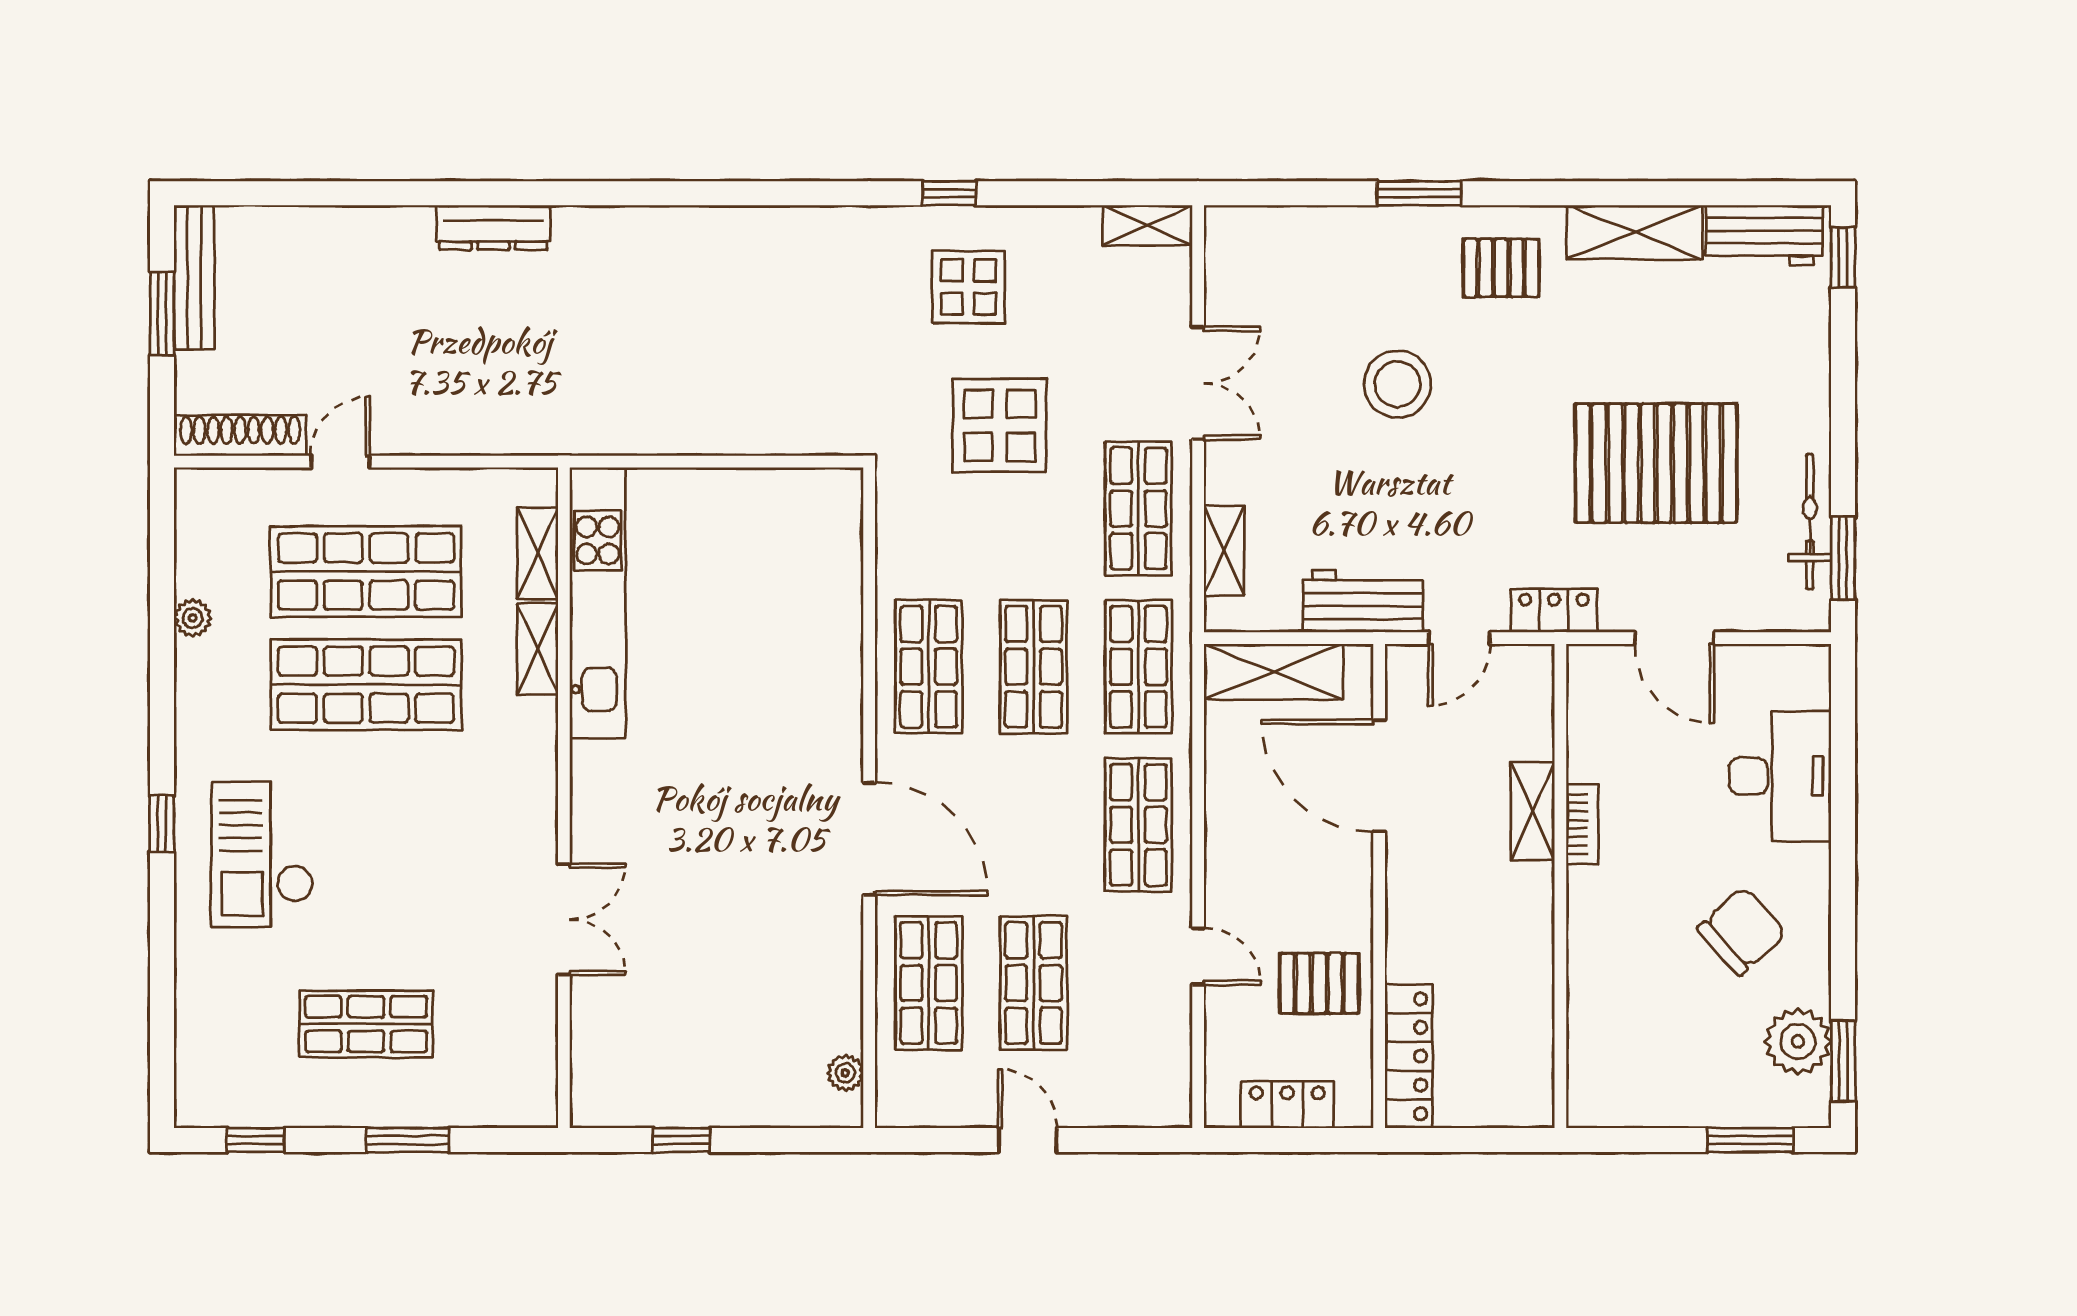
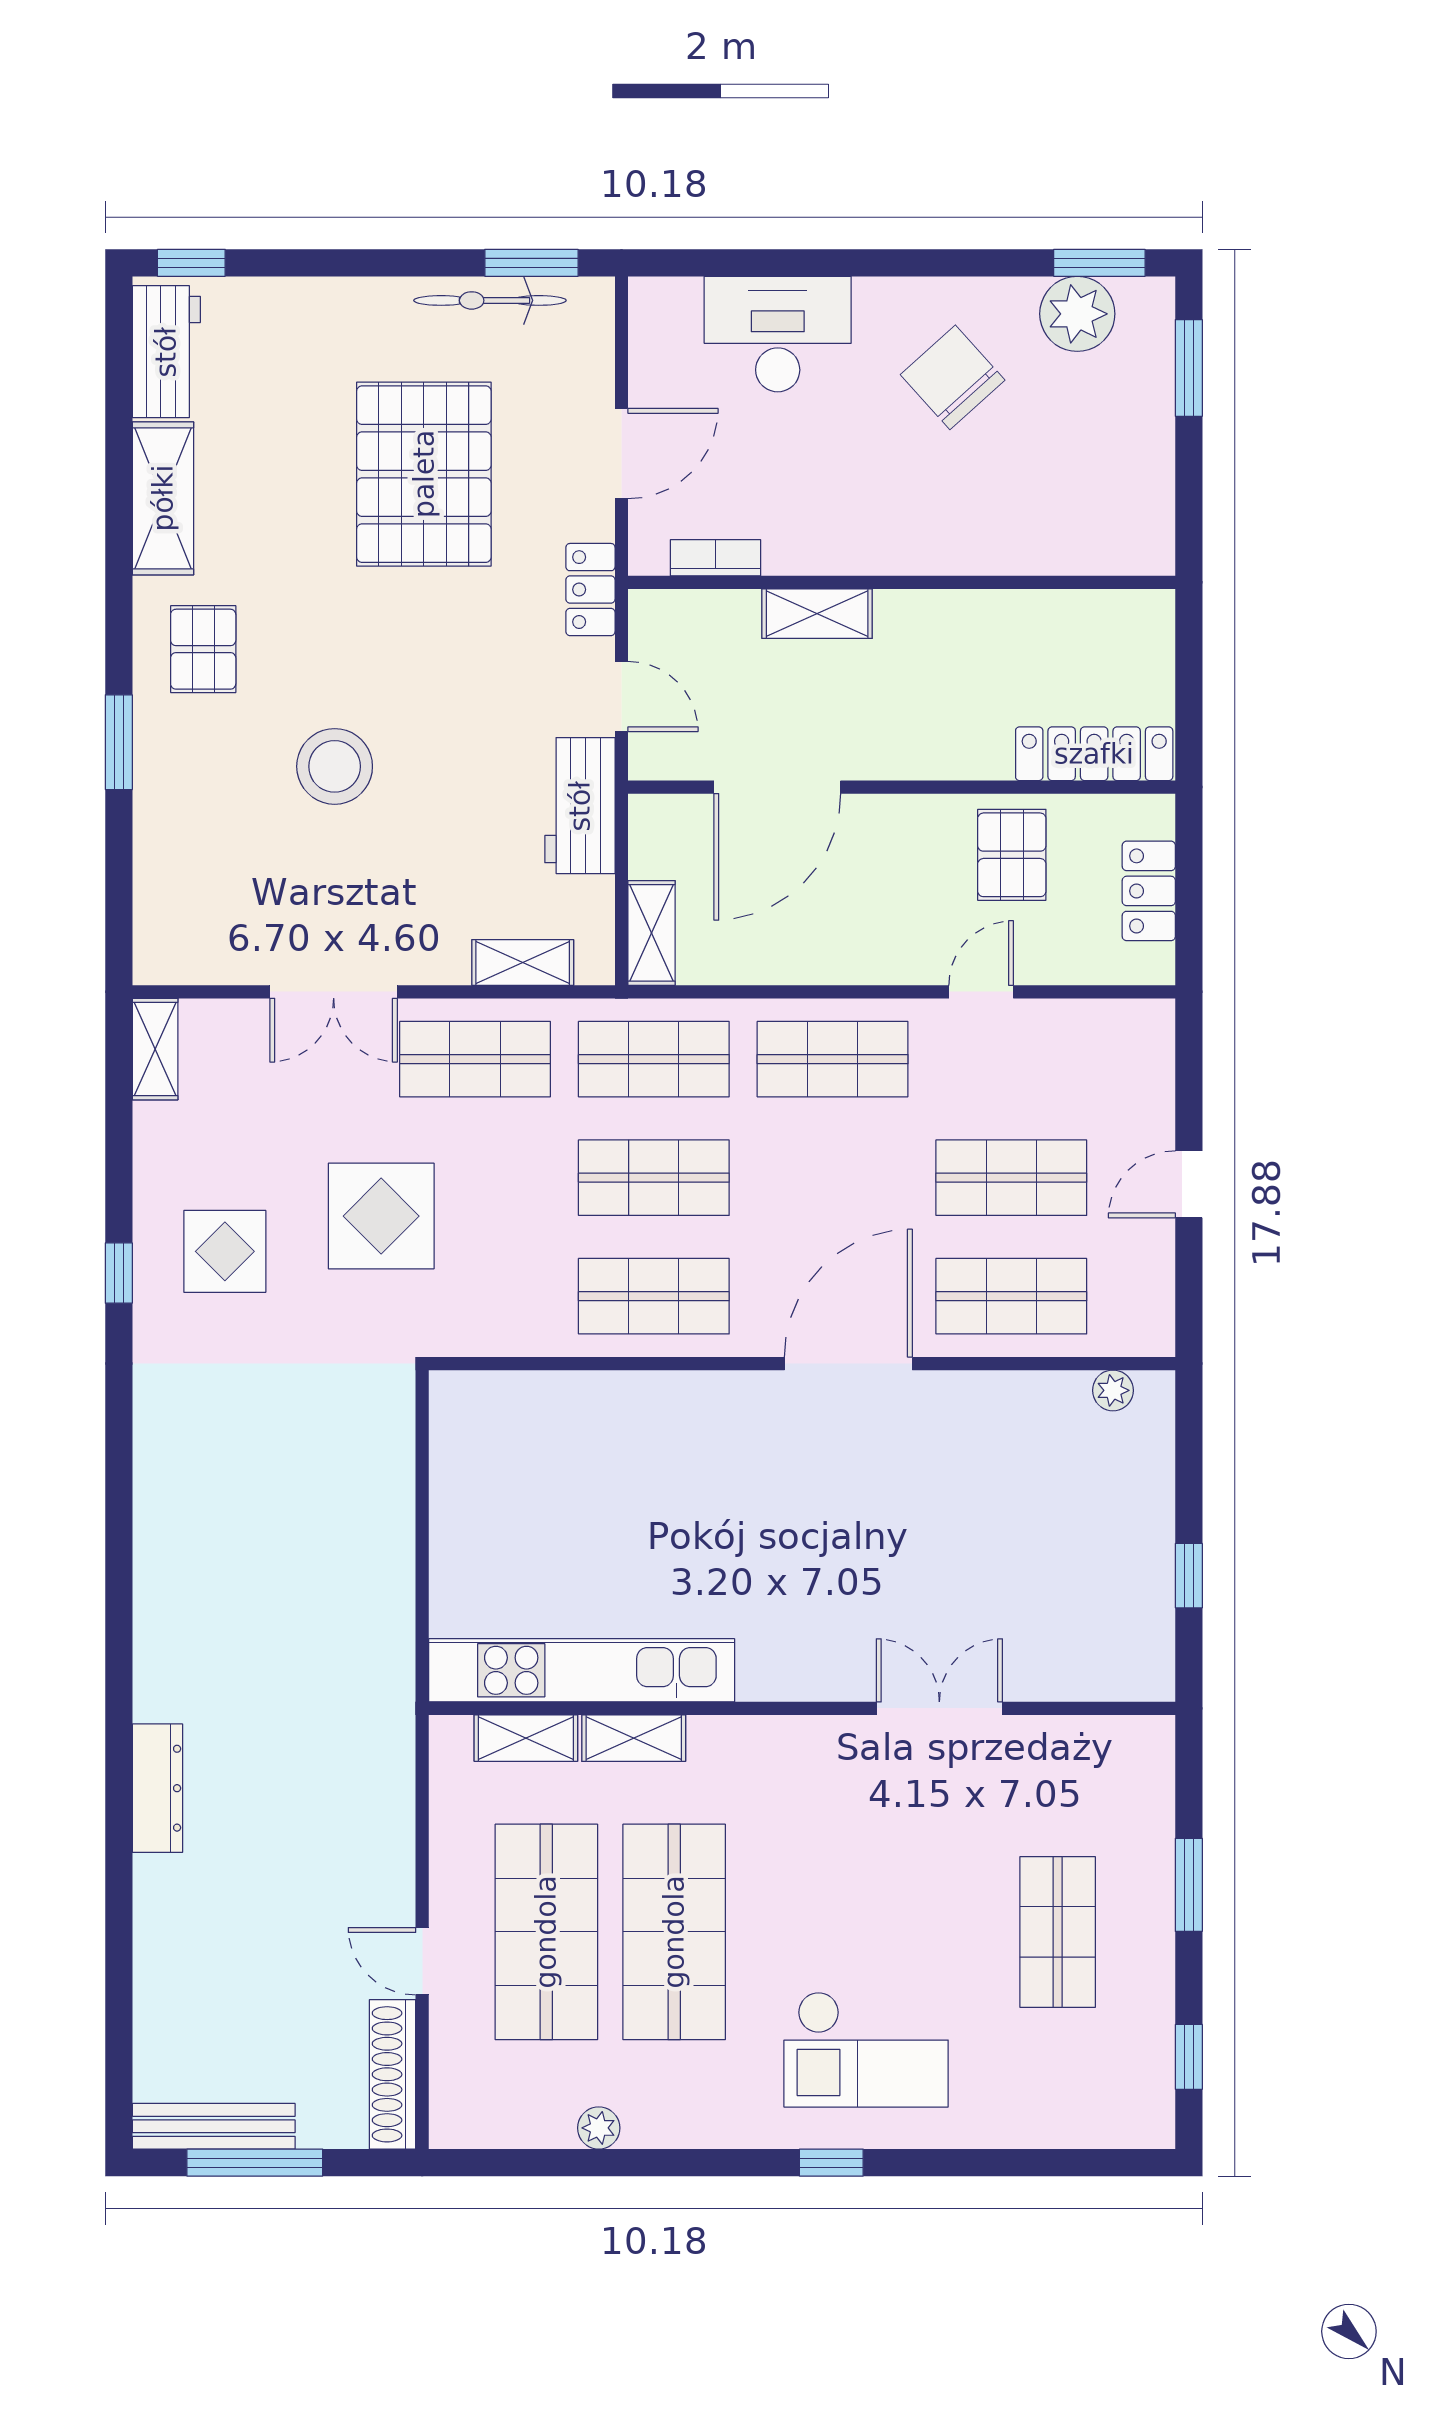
window: (162, 314) -> (255, 2163), width x1.44
double door: (1198, 383) -> (334, 992), swing flipped
shelving: (1273, 672) -> (652, 933), width x0.67, depth x0.75
bookcase: (1582, 824) -> (715, 558), moved

